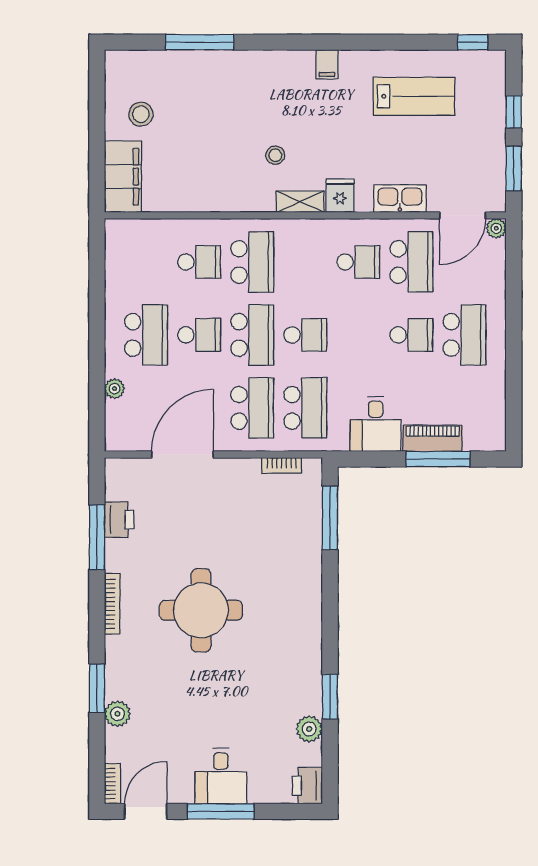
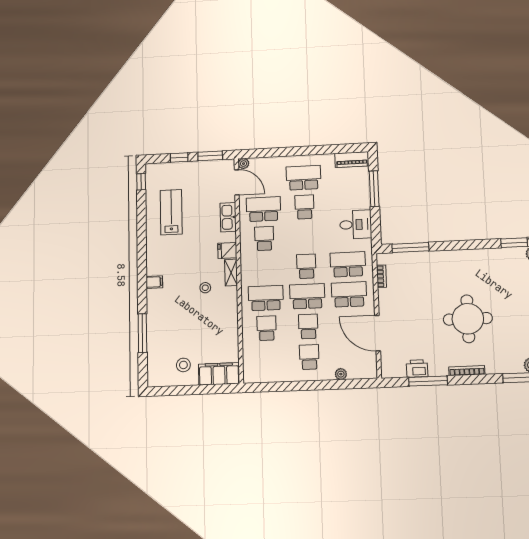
filing cabinet: (327, 64) -> (154, 282), moved
school desk: (146, 335) -> (309, 357), width x0.54
piano: (433, 438) -> (352, 160), moved, turned -90

